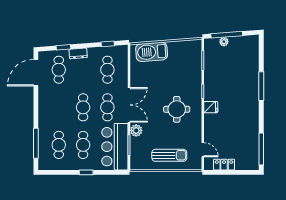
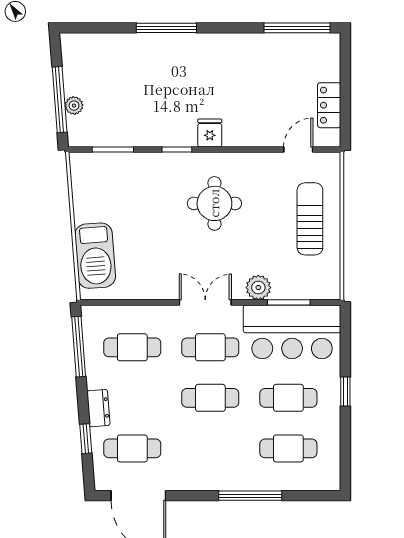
window: (108, 44) -> (79, 347), width x2.17
double door: (129, 105) -> (205, 302), width x0.73
window: (36, 143) -> (250, 496), moved

